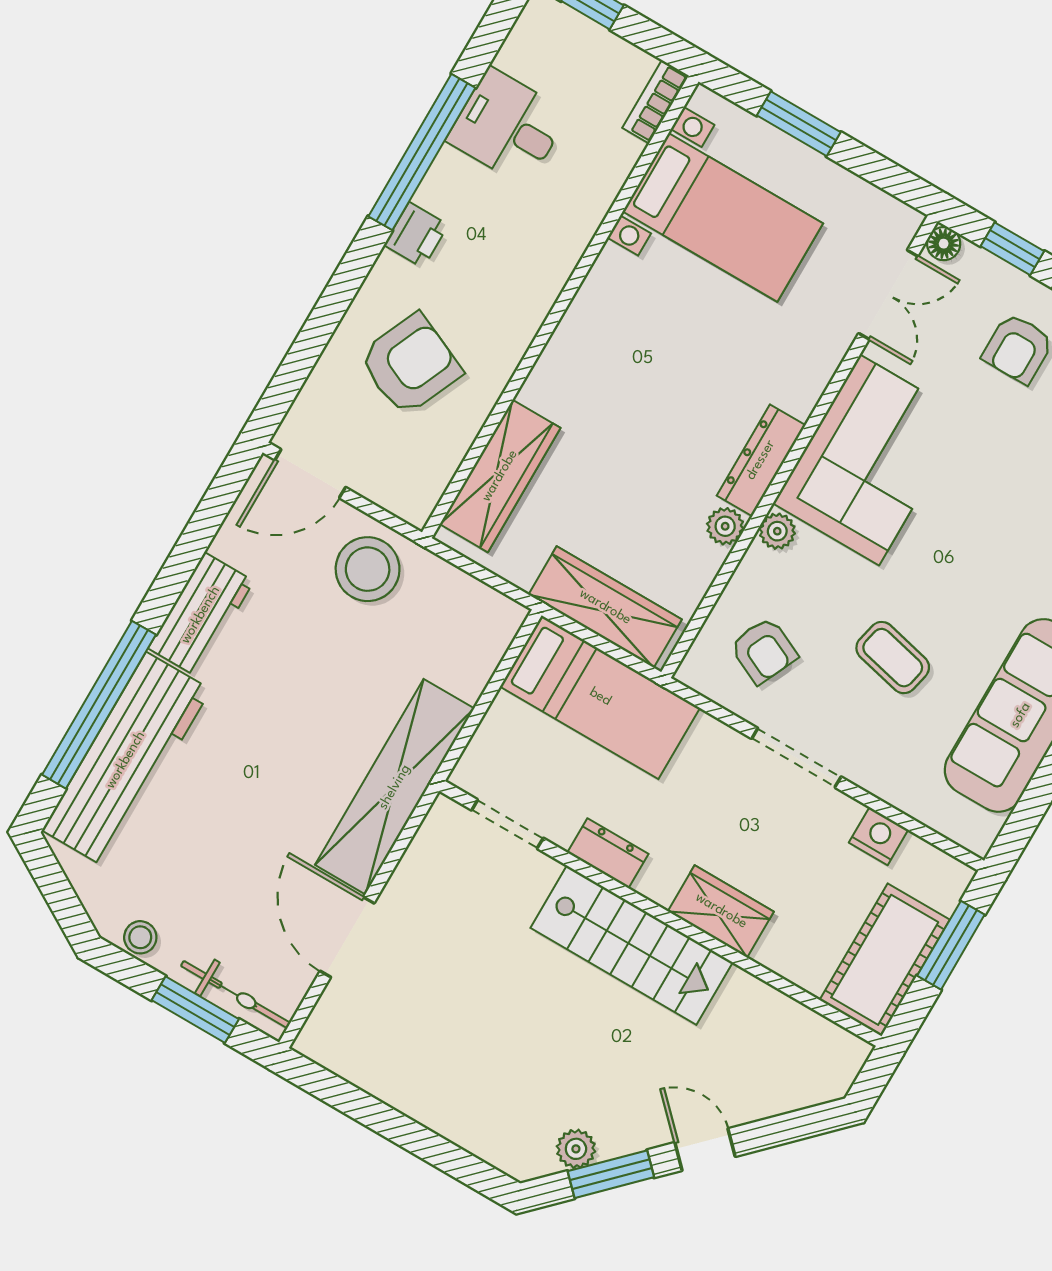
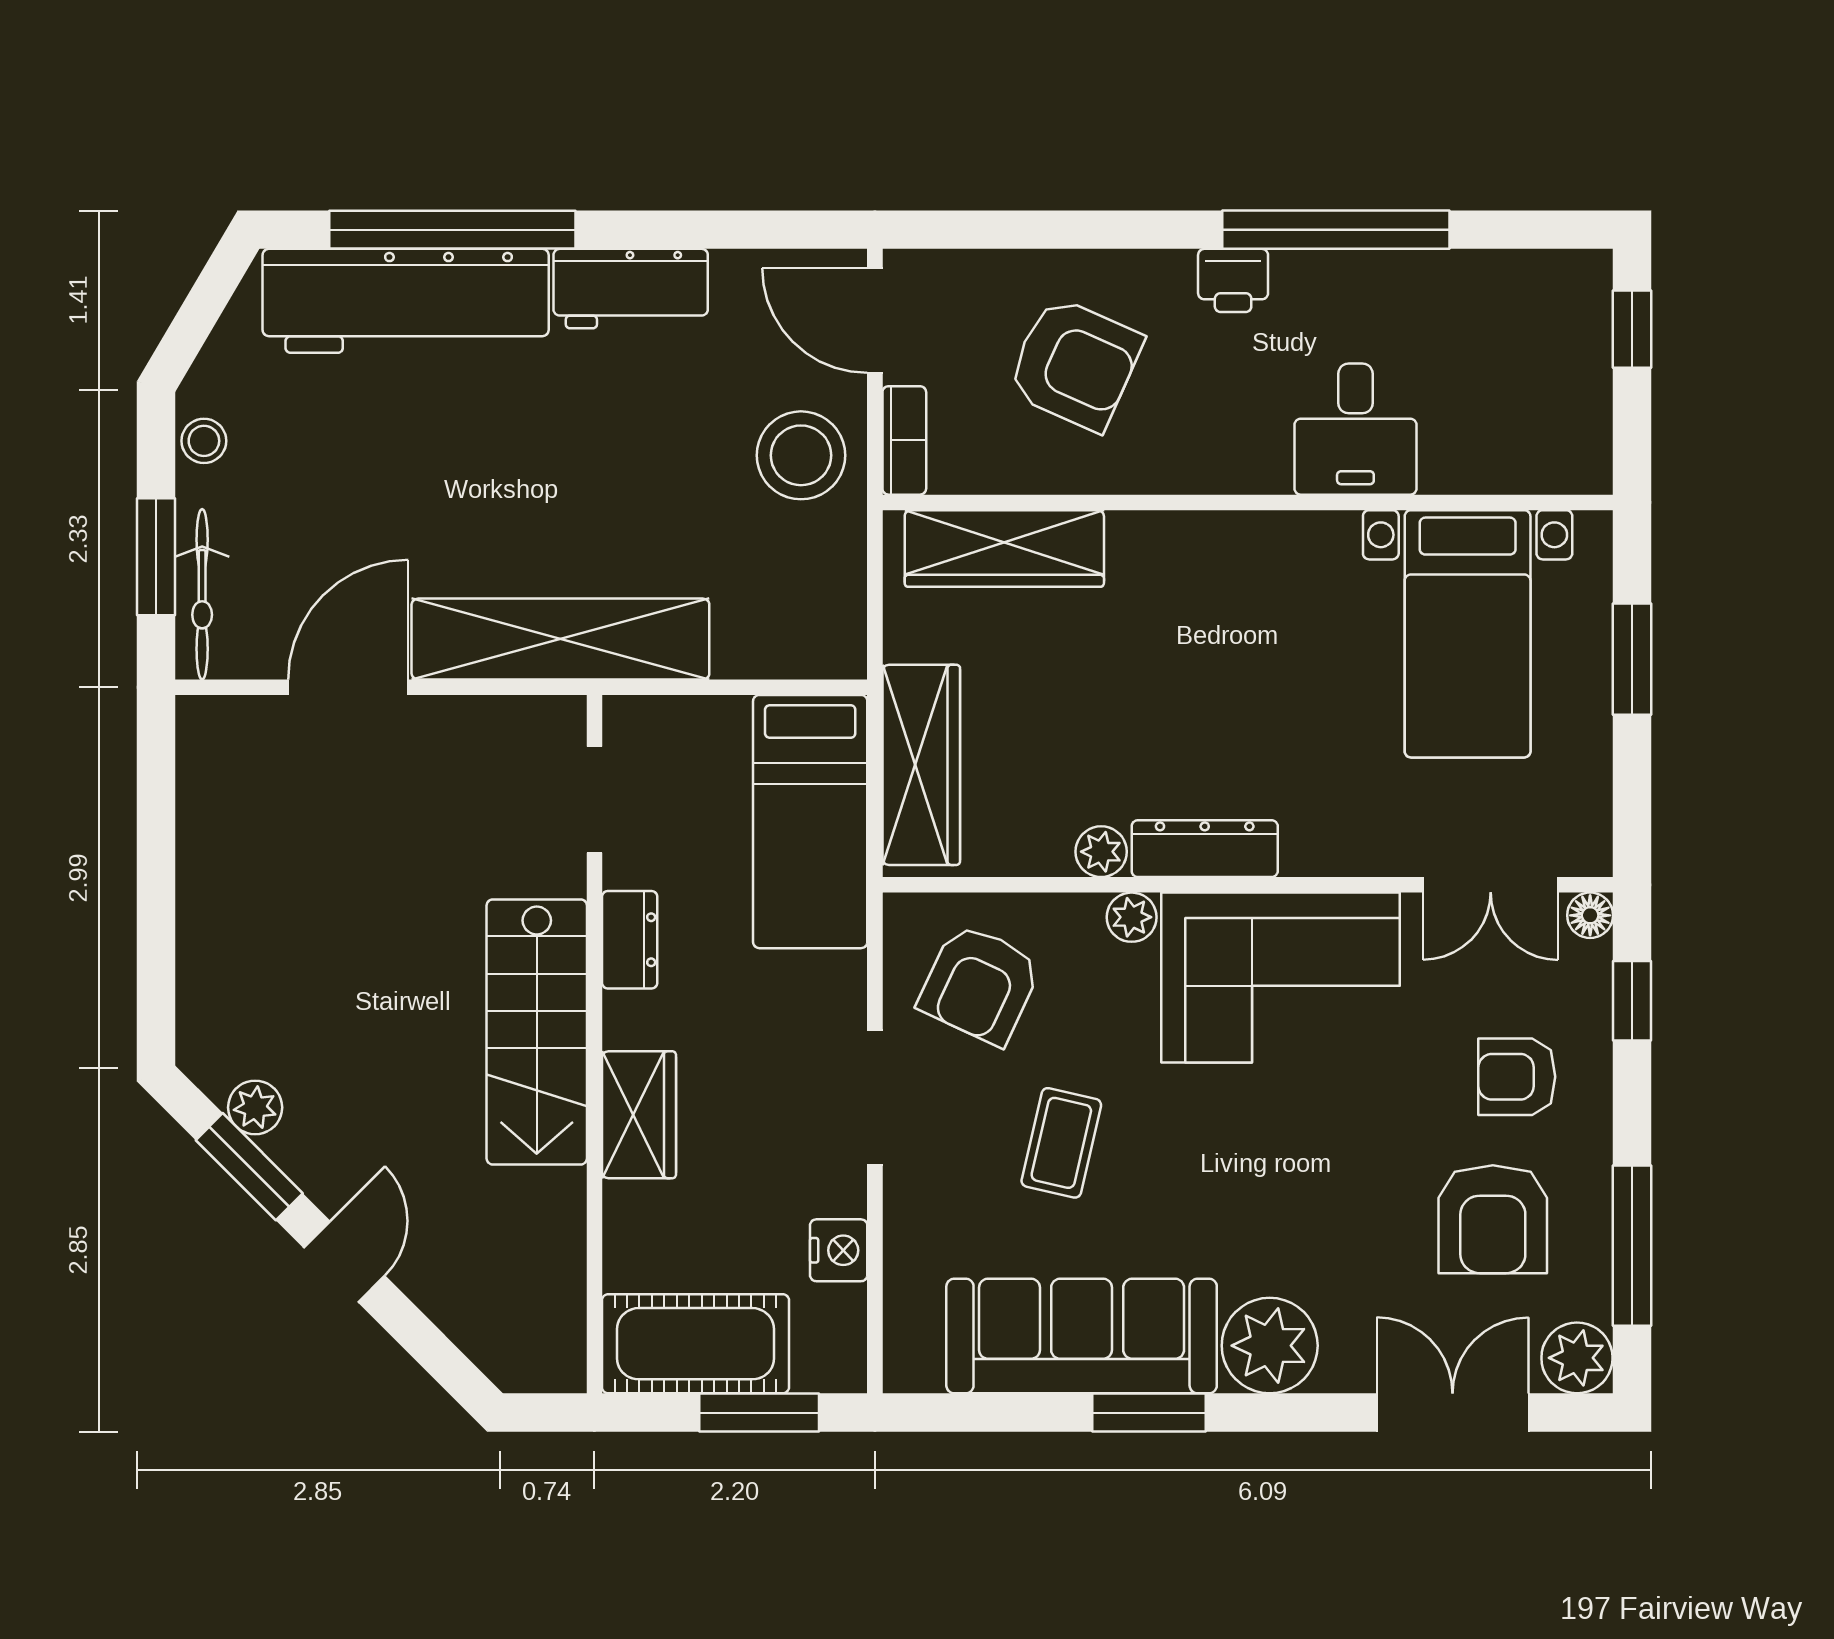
bookcase: (655, 102) -> (904, 440), moved, turned 90
desk: (508, 127) -> (1355, 429), moved, turned 180
armchair: (764, 651) -> (980, 984), width x1.38, depth x1.38

